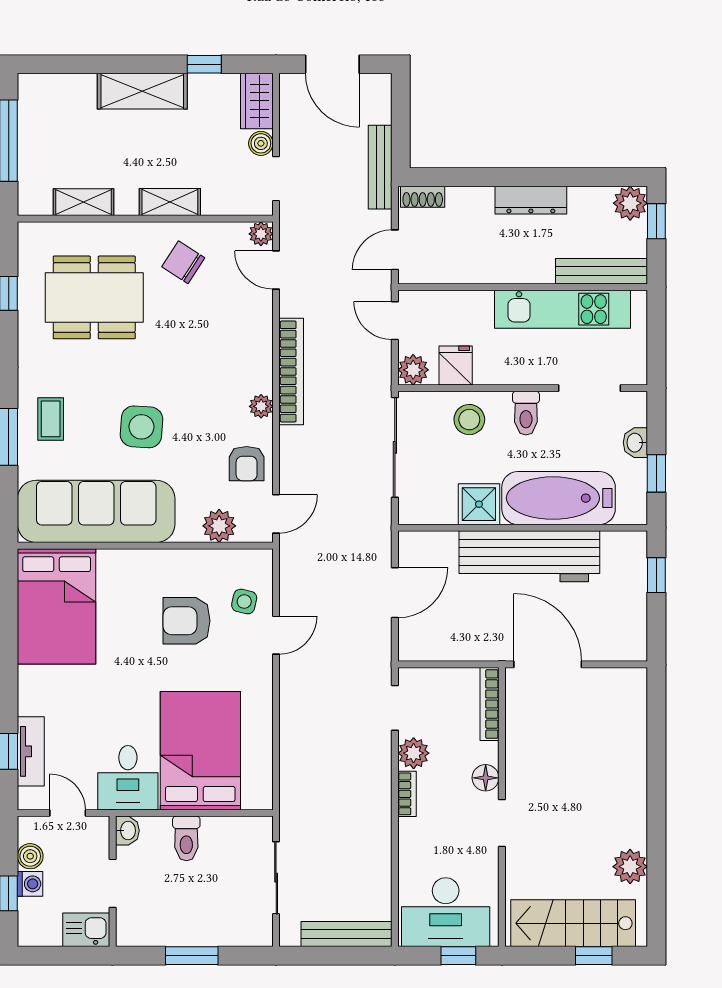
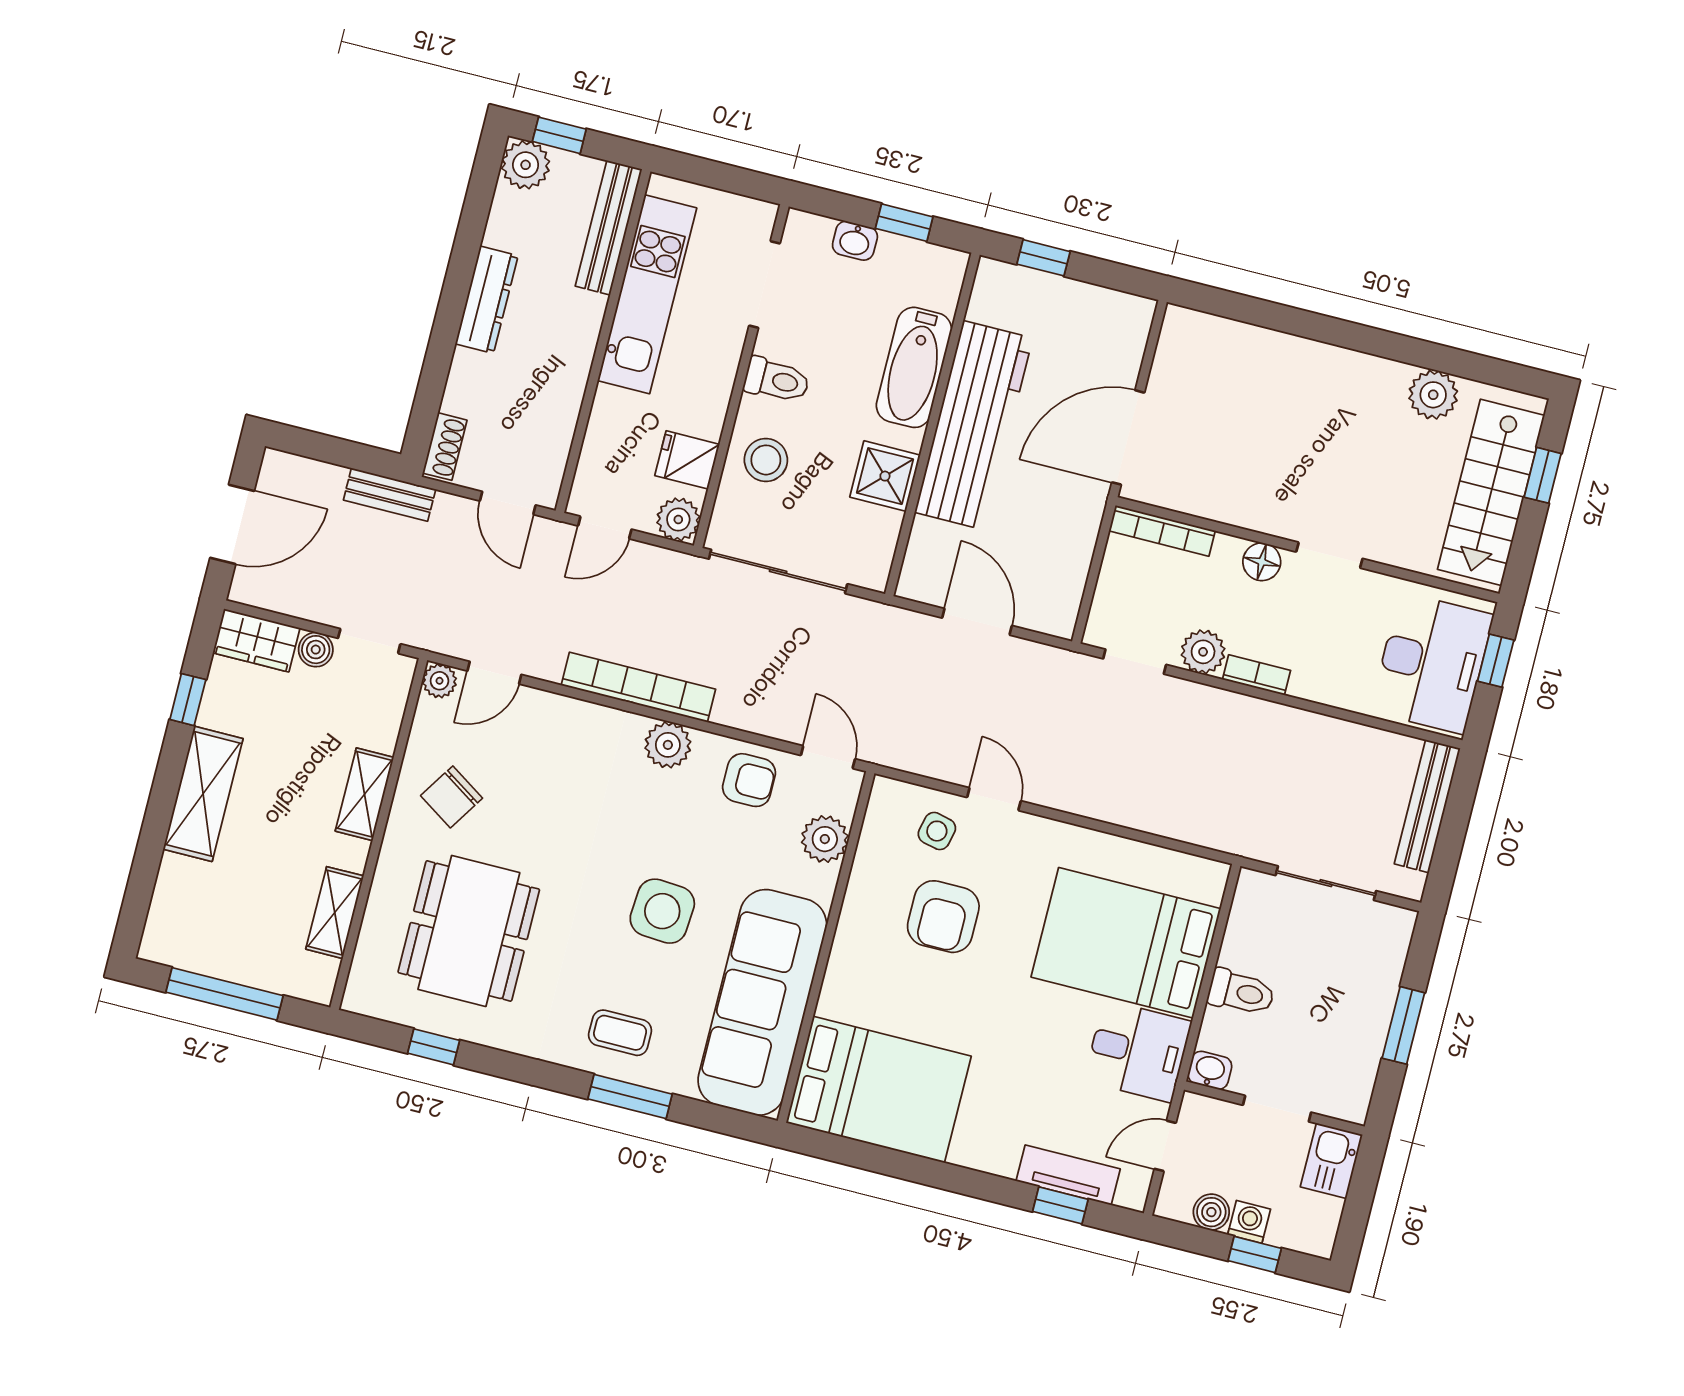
bench: (380, 167) -> (390, 495), width x0.73
plant: (261, 406) -> (668, 745), width x1.38, depth x1.38
bathtub: (559, 498) -> (914, 367), width x0.73, depth x0.73

